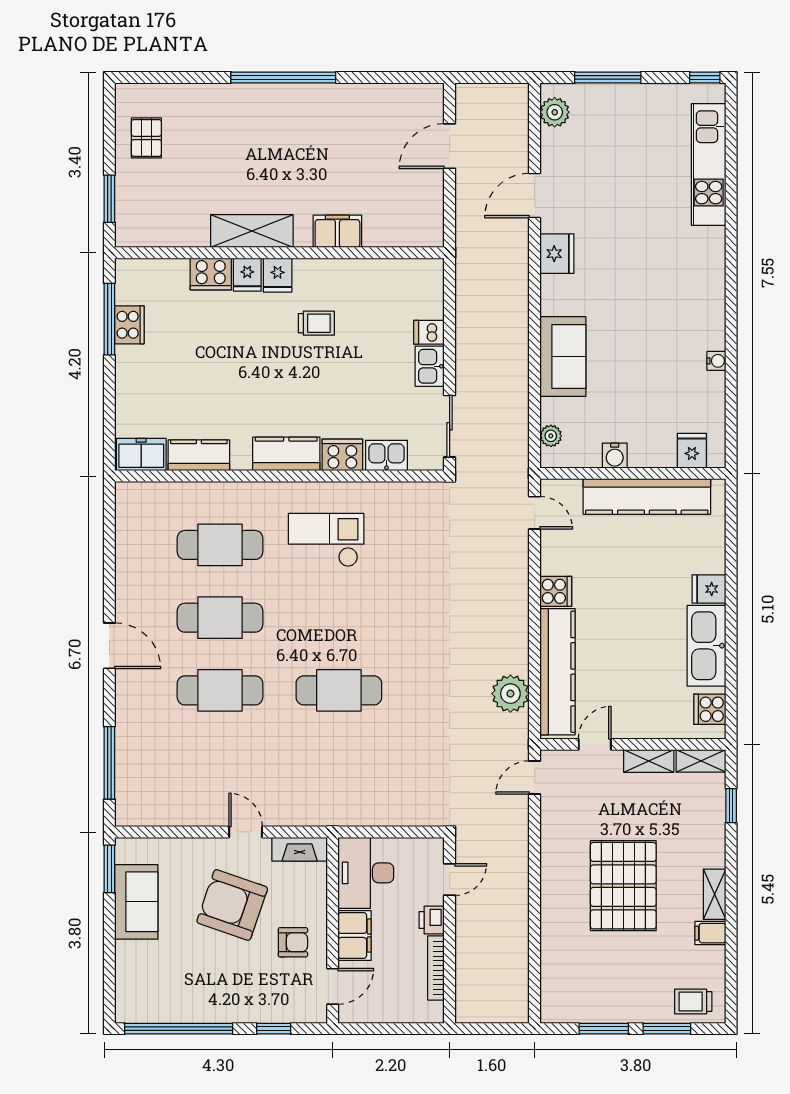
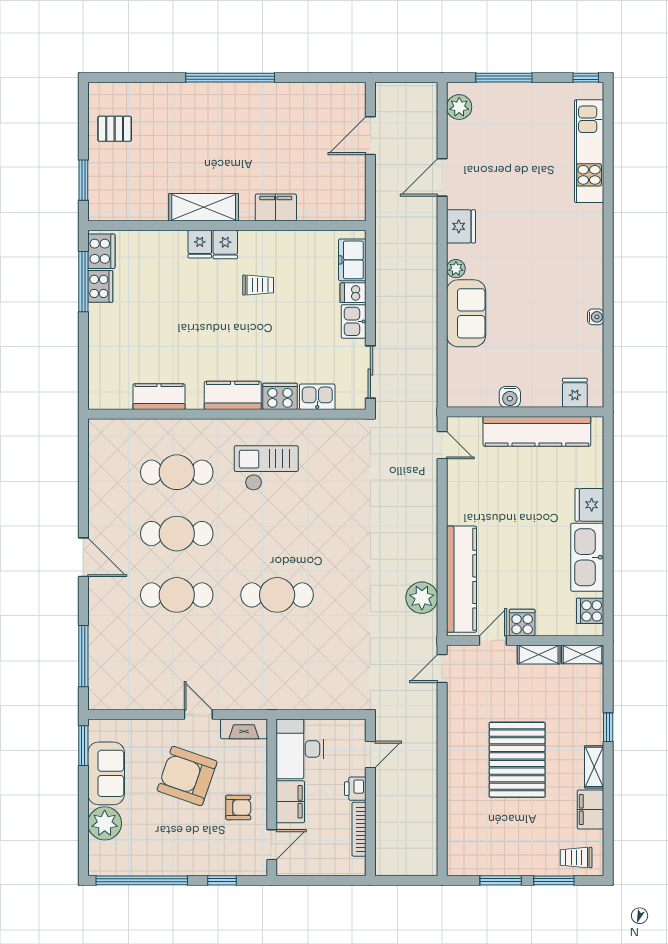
pallet: (146, 138) -> (115, 129), turned 90
cooker: (211, 274) -> (101, 251), moved, turned -90
plant: (551, 436) -> (456, 269), moved
freezer: (141, 454) -> (352, 260), moved, turned -90
fridge: (709, 589) -> (589, 505), width x1.38
cooker: (556, 591) -> (522, 623), moved, turned -90
window: (731, 806) -> (608, 727), moved
filing cabinet: (710, 933) -> (590, 810), width x2.00
plant: (135, 961) -> (105, 823), added

